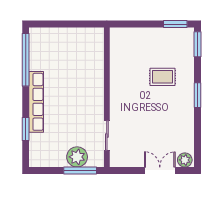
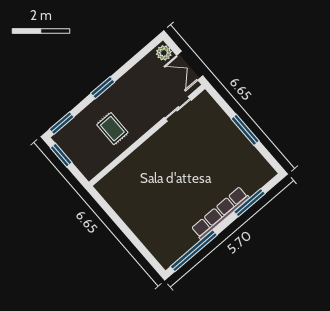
wall: (107, 97) -> (147, 135), moved
window: (26, 129) -> (250, 203), width x1.44
sliding door: (107, 136) -> (178, 109), moved
plant: (77, 157) -> (236, 142), removed

